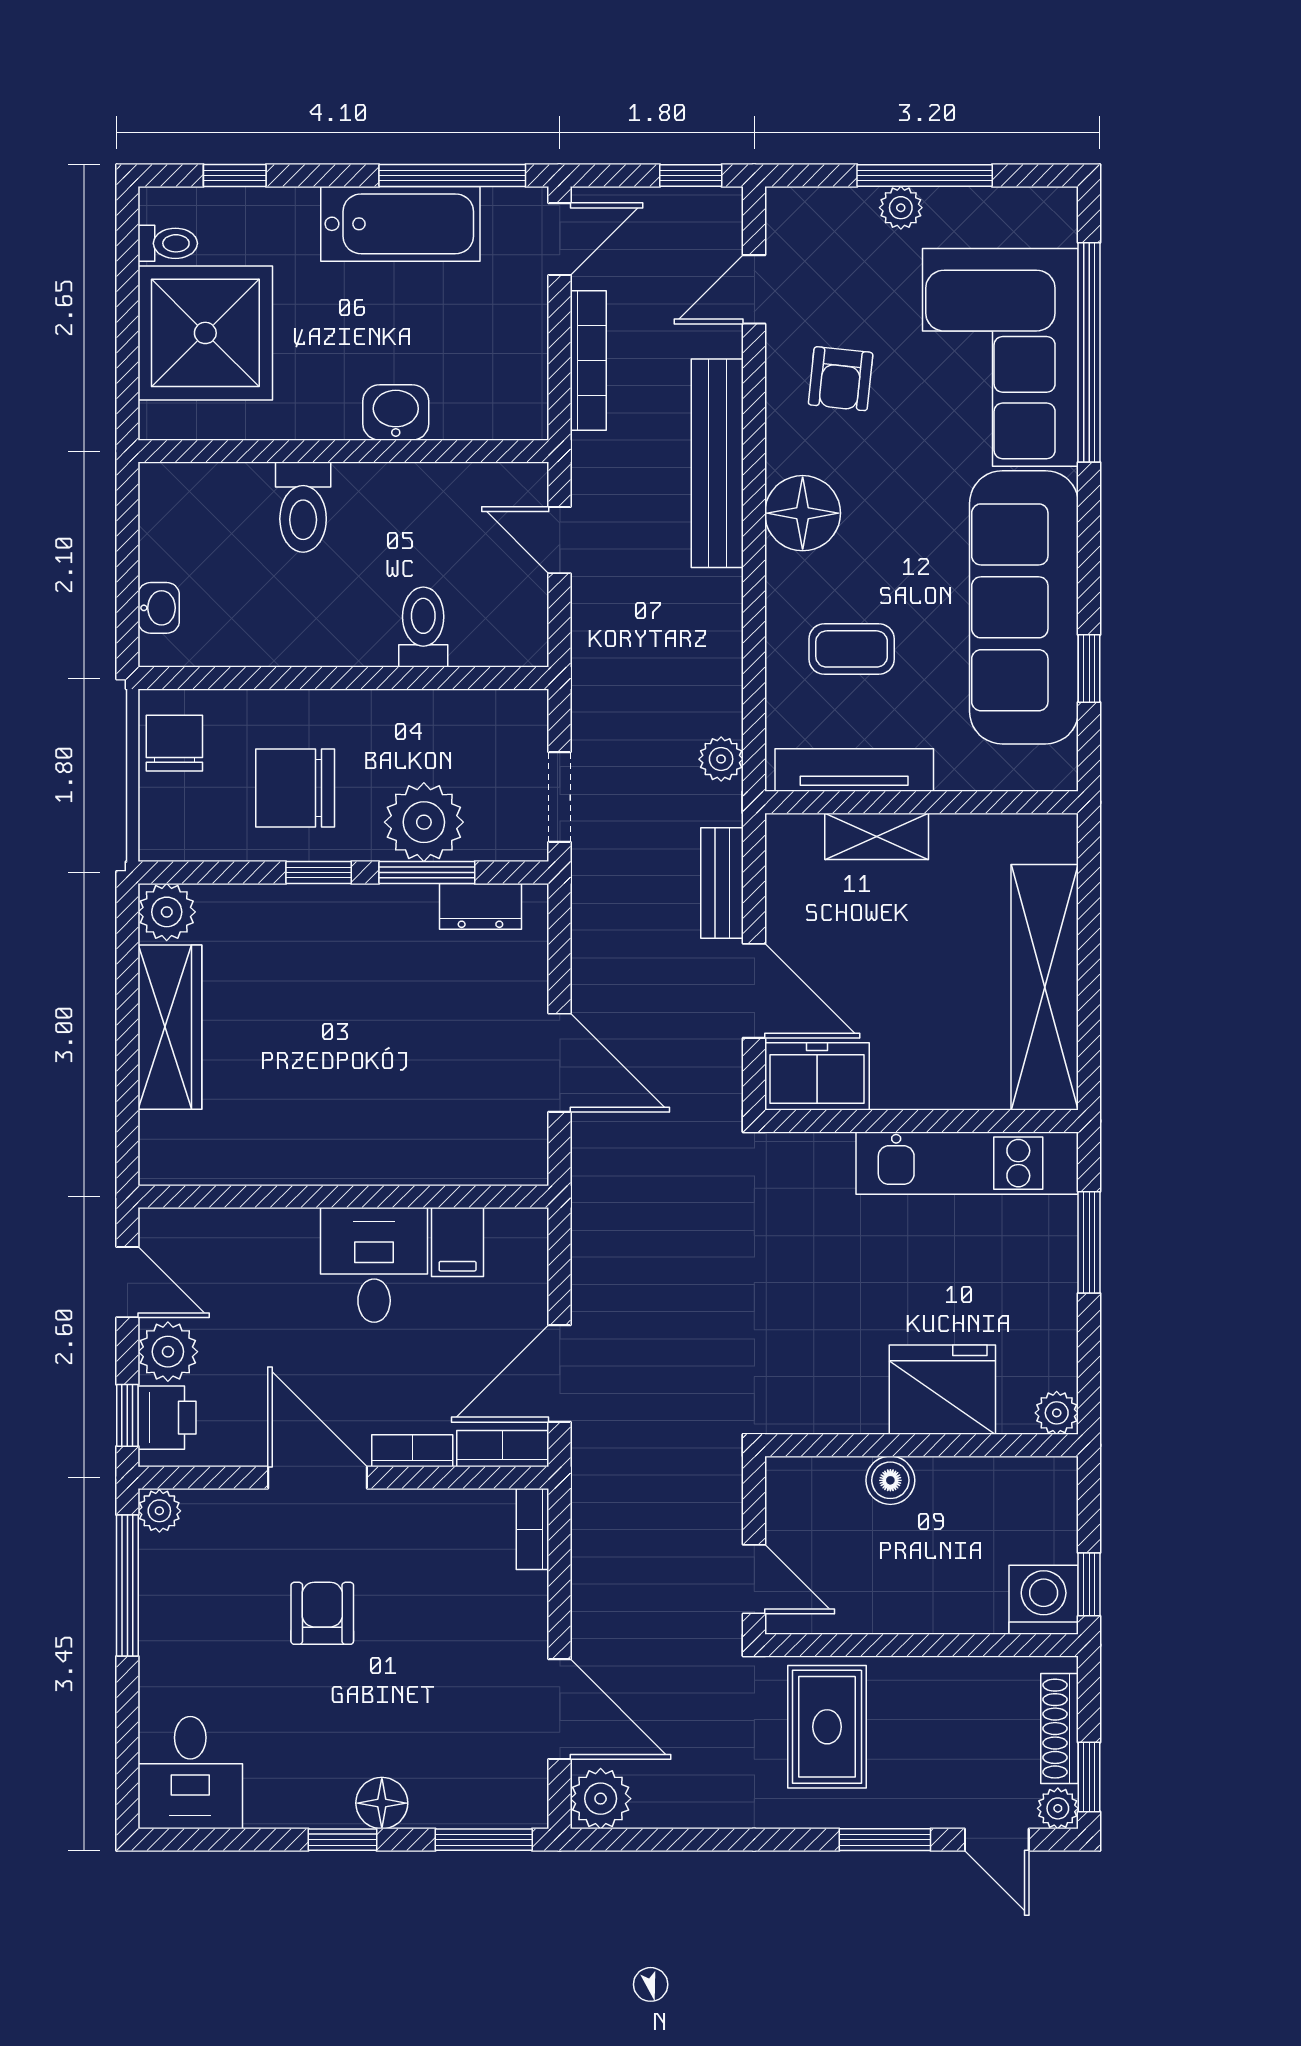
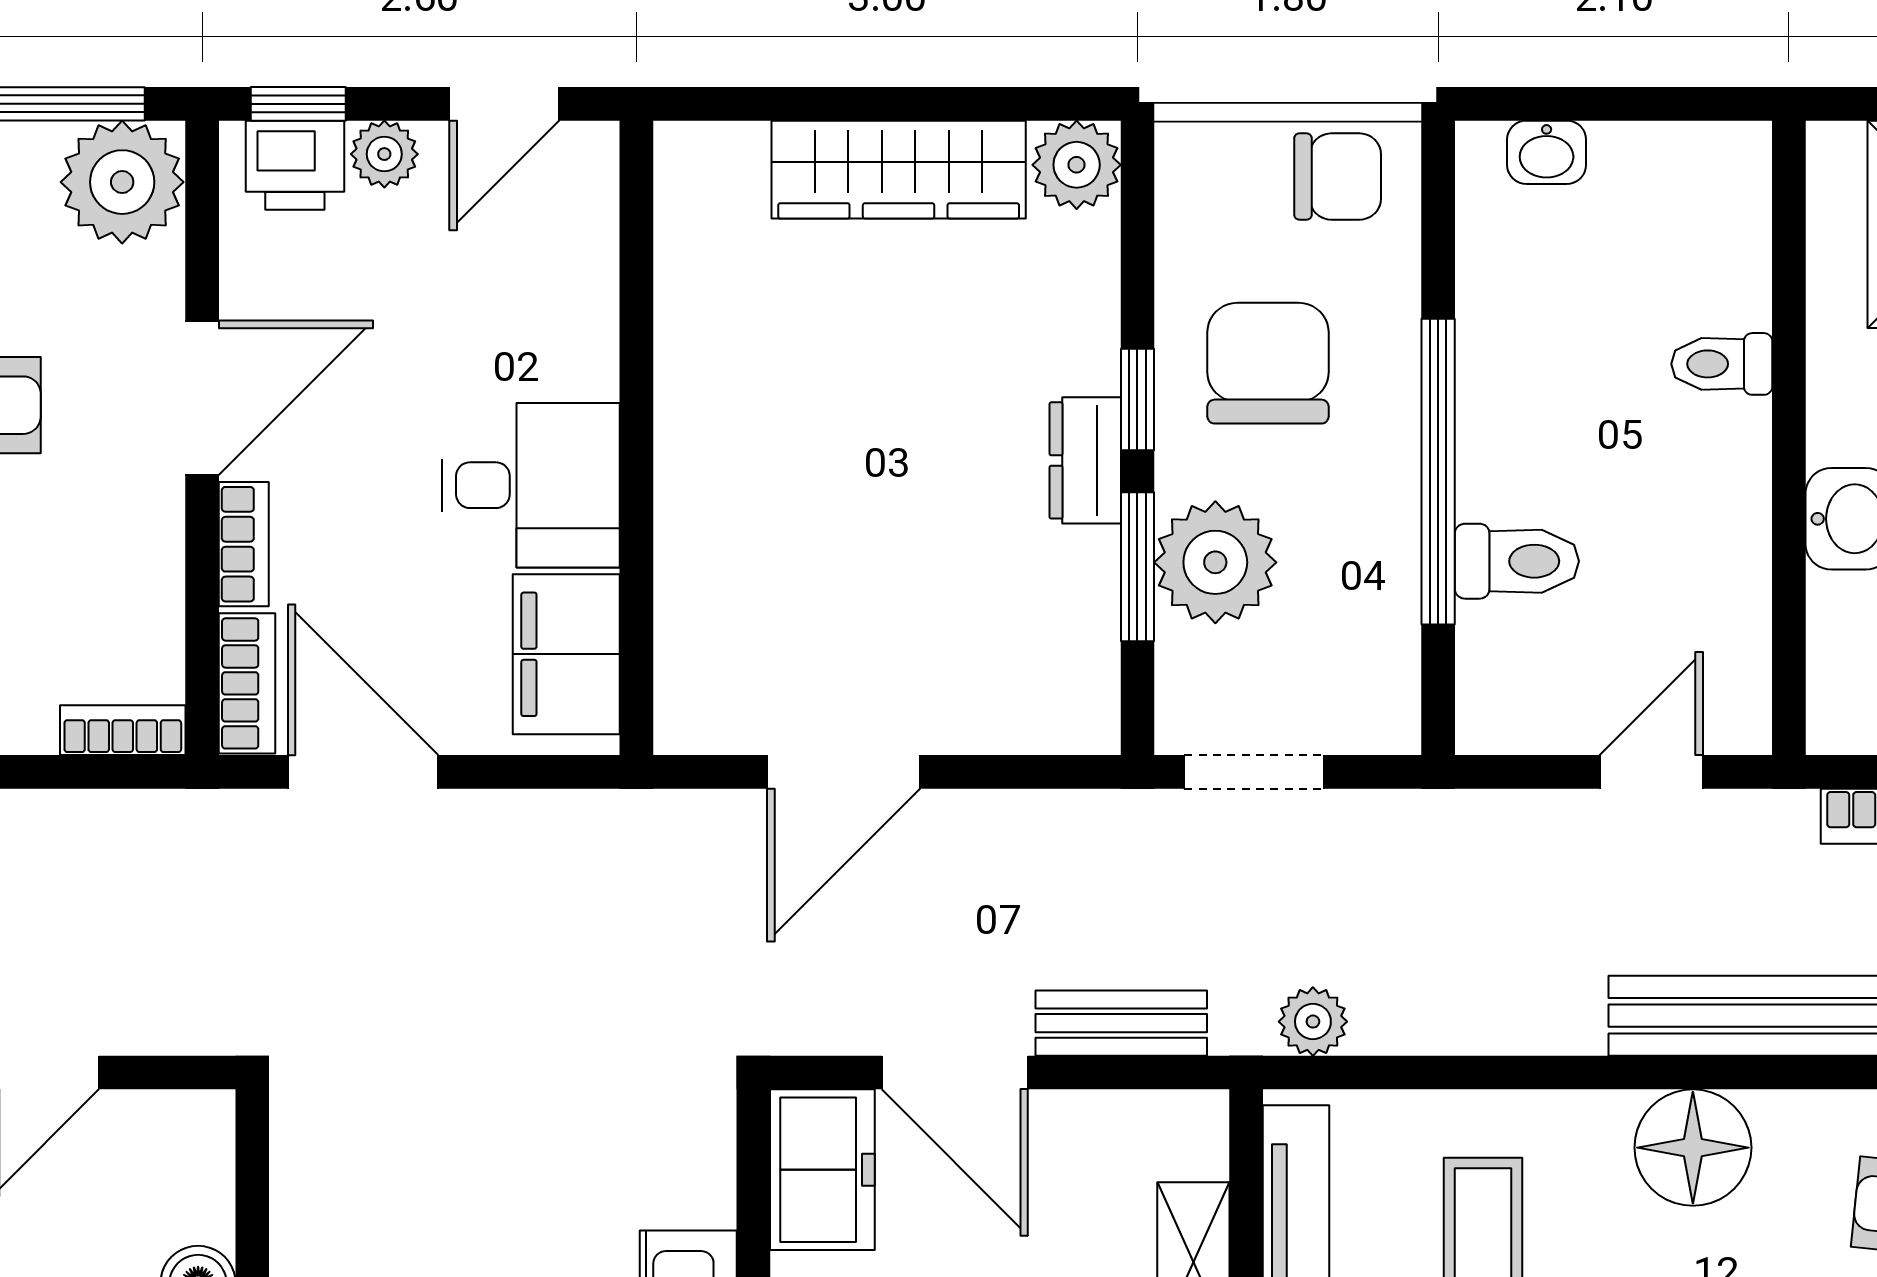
toilet: (303, 507) -> (1722, 364), width x0.73, depth x0.72
window: (365, 678) -> (1438, 472), added
dresser: (480, 906) -> (1085, 460), moved
door: (754, 991) -> (955, 1073), hinge flipped
filing cabinet: (458, 1242) -> (566, 654), width x2.00
plant: (168, 1352) -> (384, 154), width x0.73, depth x0.73
plant: (159, 1511) -> (122, 182), width x1.88, depth x1.88

